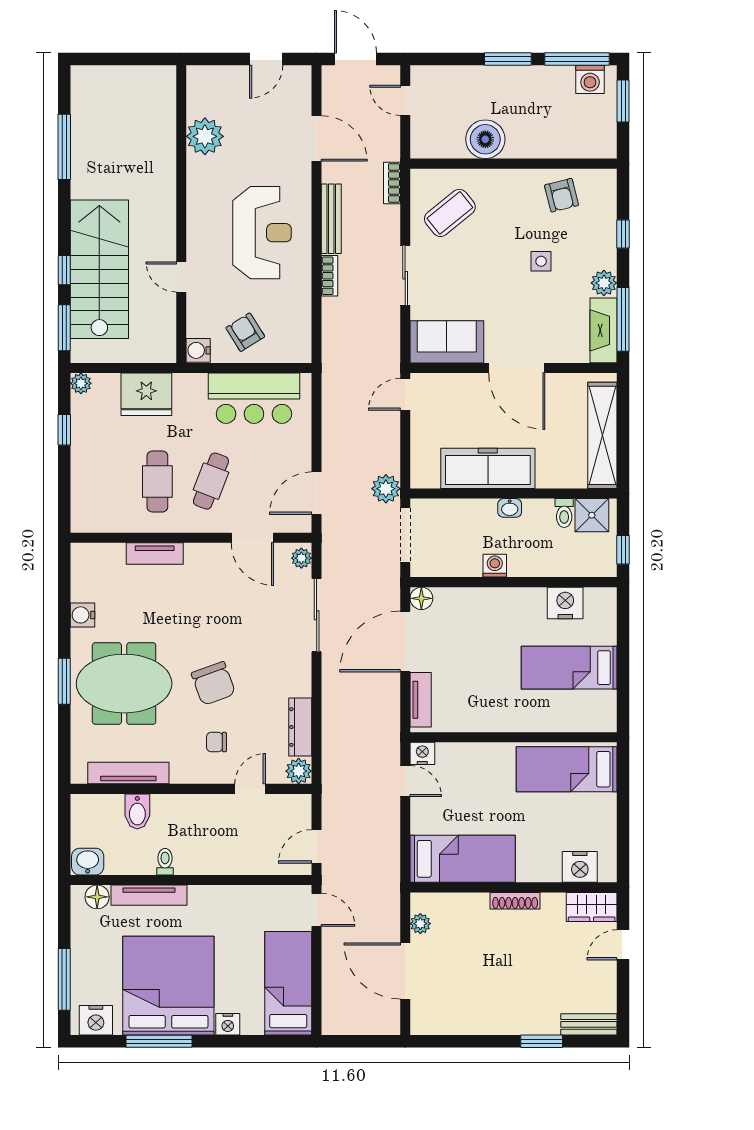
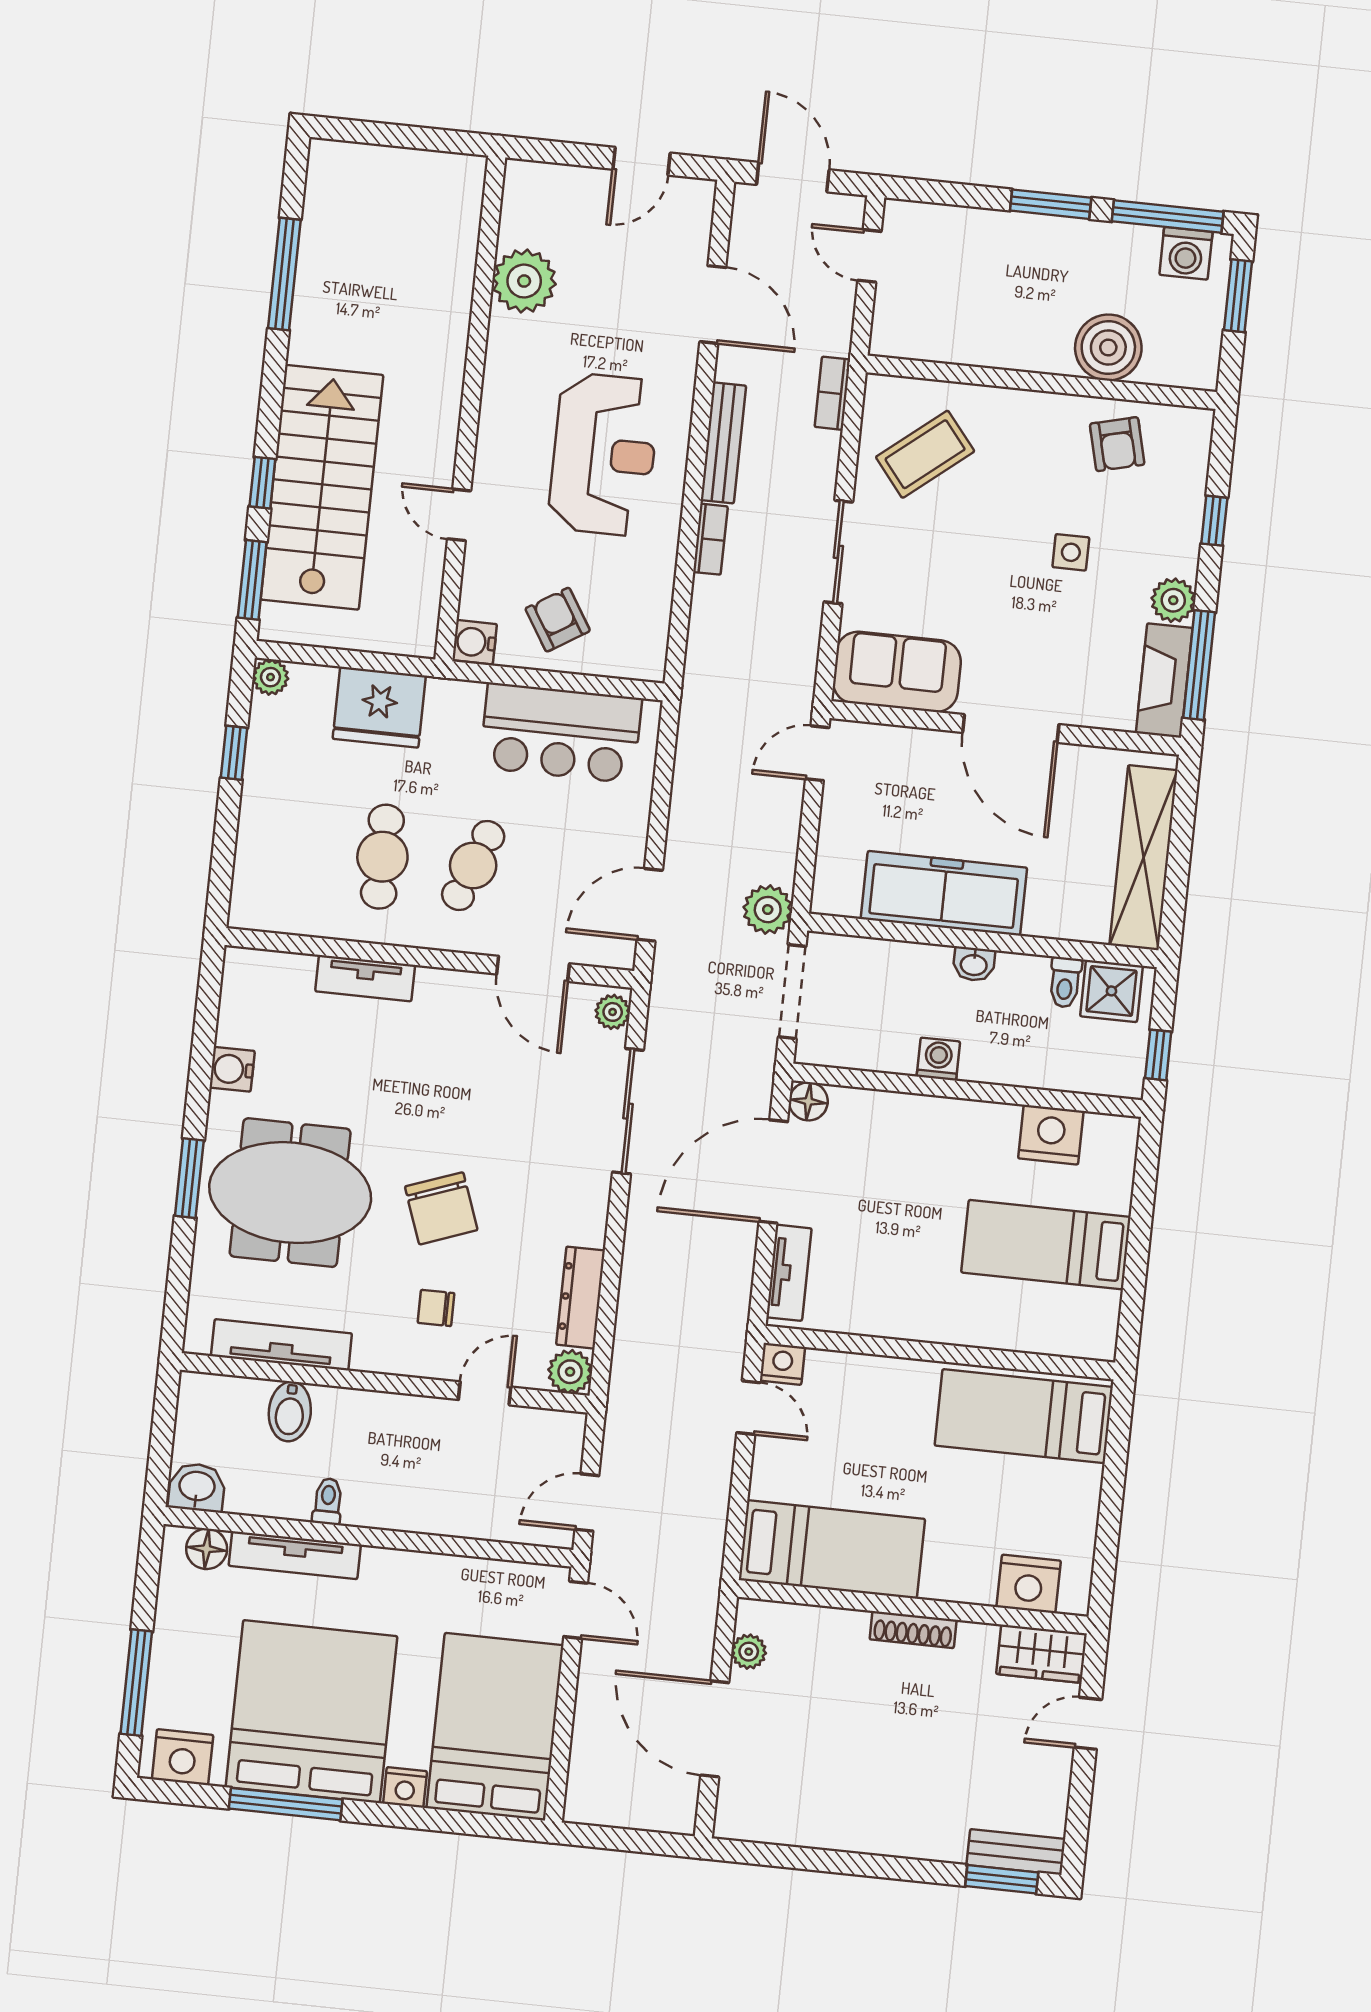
boiler: (485, 139) -> (1108, 348), moved
bed: (288, 983) -> (495, 1727), width x1.50
window: (542, 1041) -> (1002, 1879), moved

